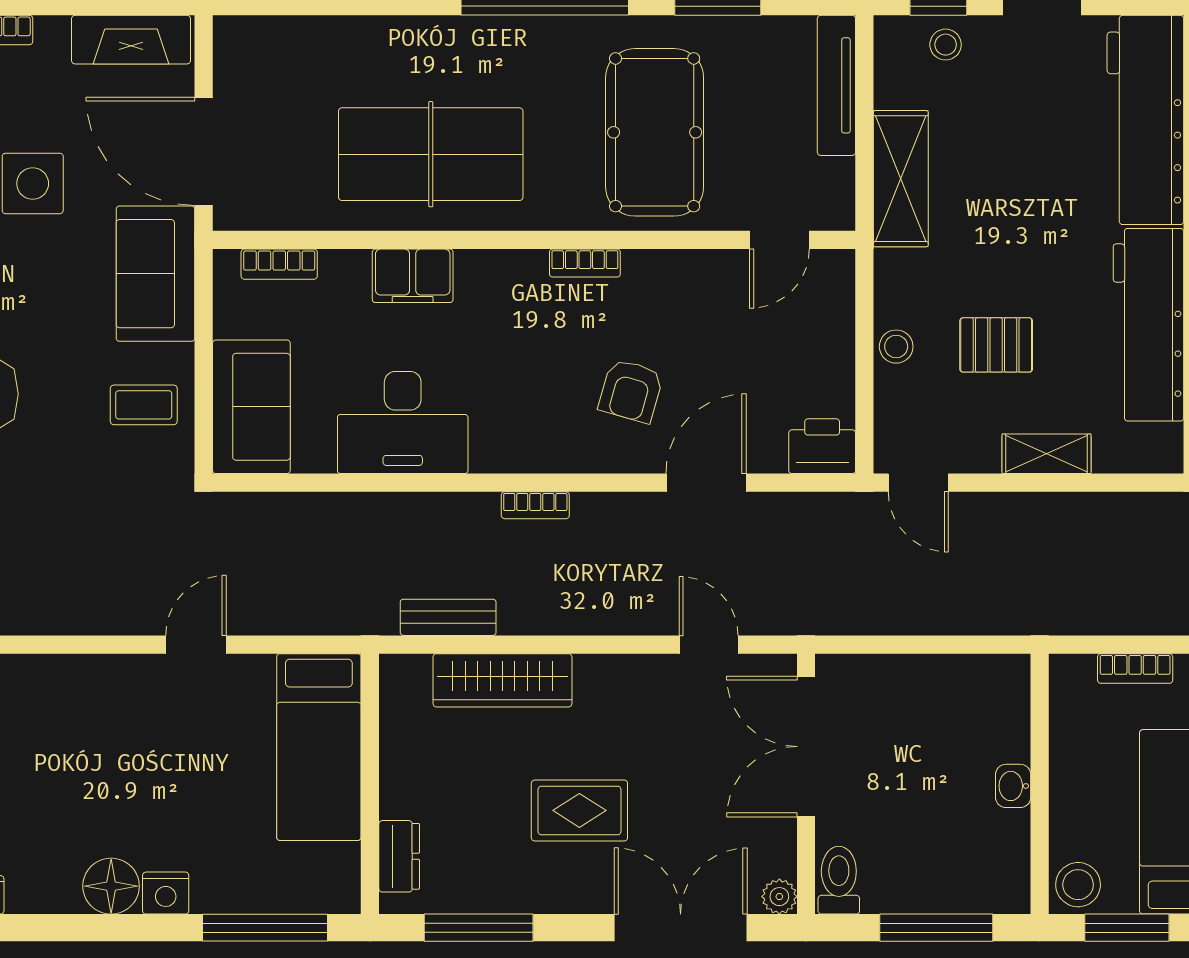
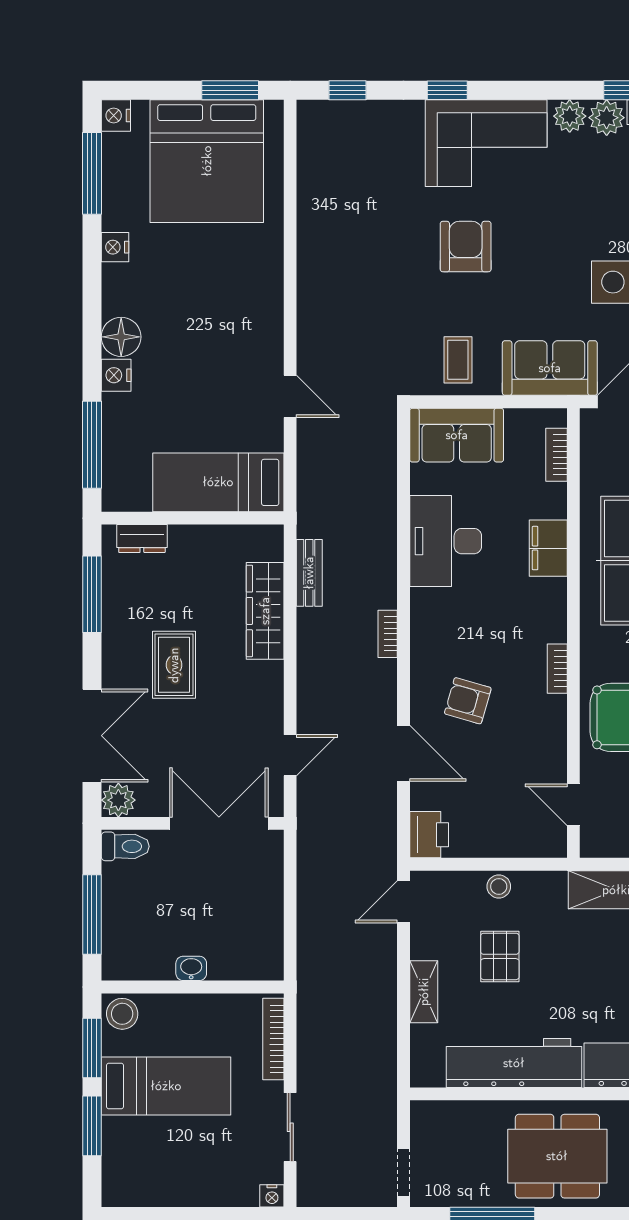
bookcase: (1135, 668) -> (273, 1039), width x1.56
plant: (779, 897) -> (118, 800), width x1.38, depth x1.38

